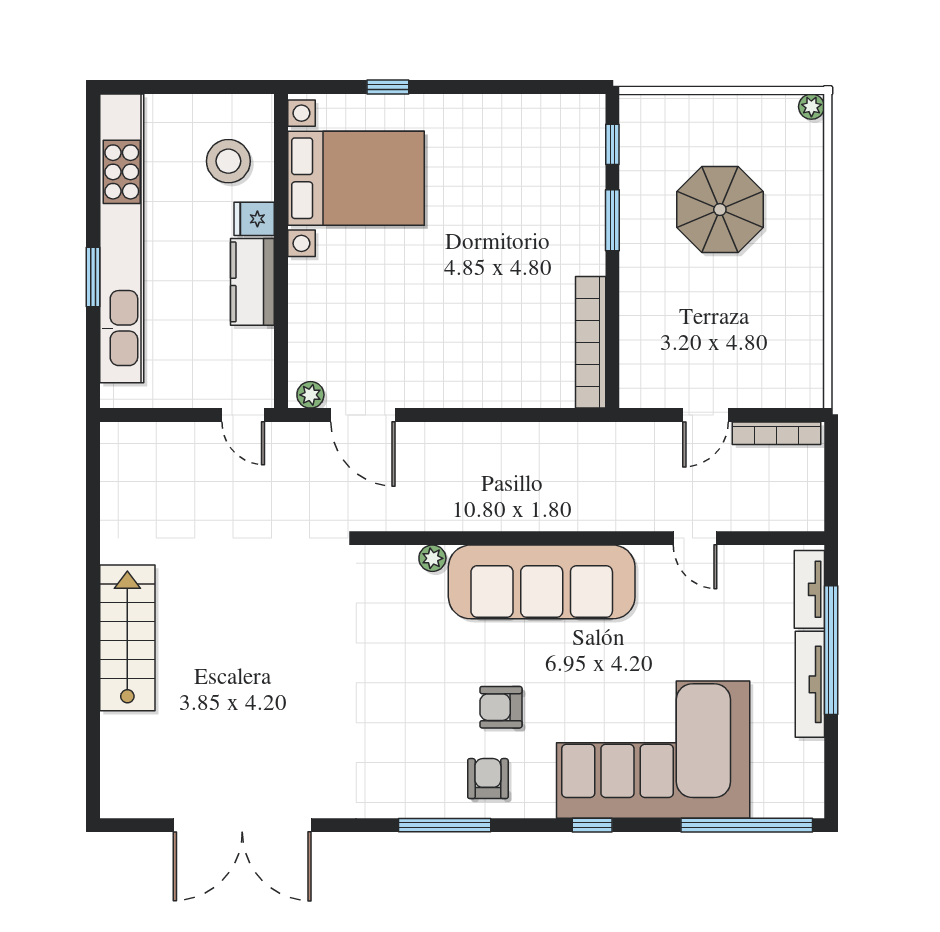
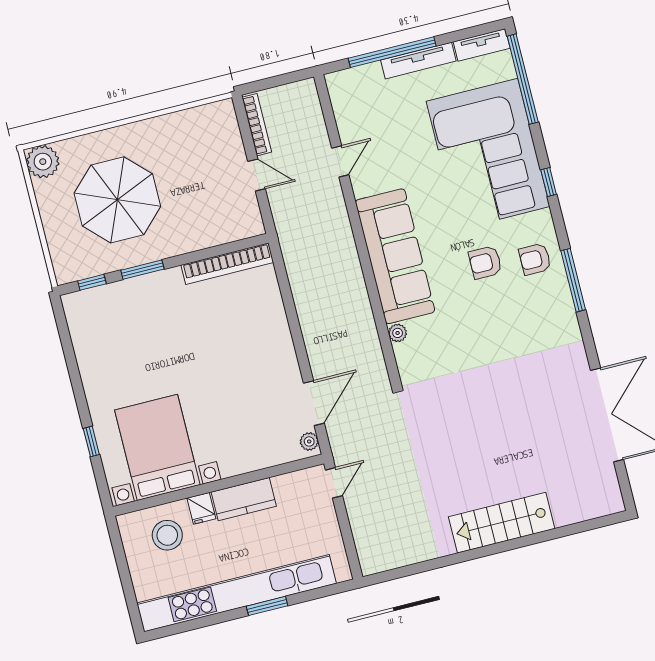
plant: (811, 107) -> (43, 162), width x1.88, depth x1.88
parasol: (720, 210) -> (117, 200), width x1.36, depth x1.36
tv unit: (809, 589) -> (482, 45), moved
armchair: (501, 707) -> (485, 262), turned 90

